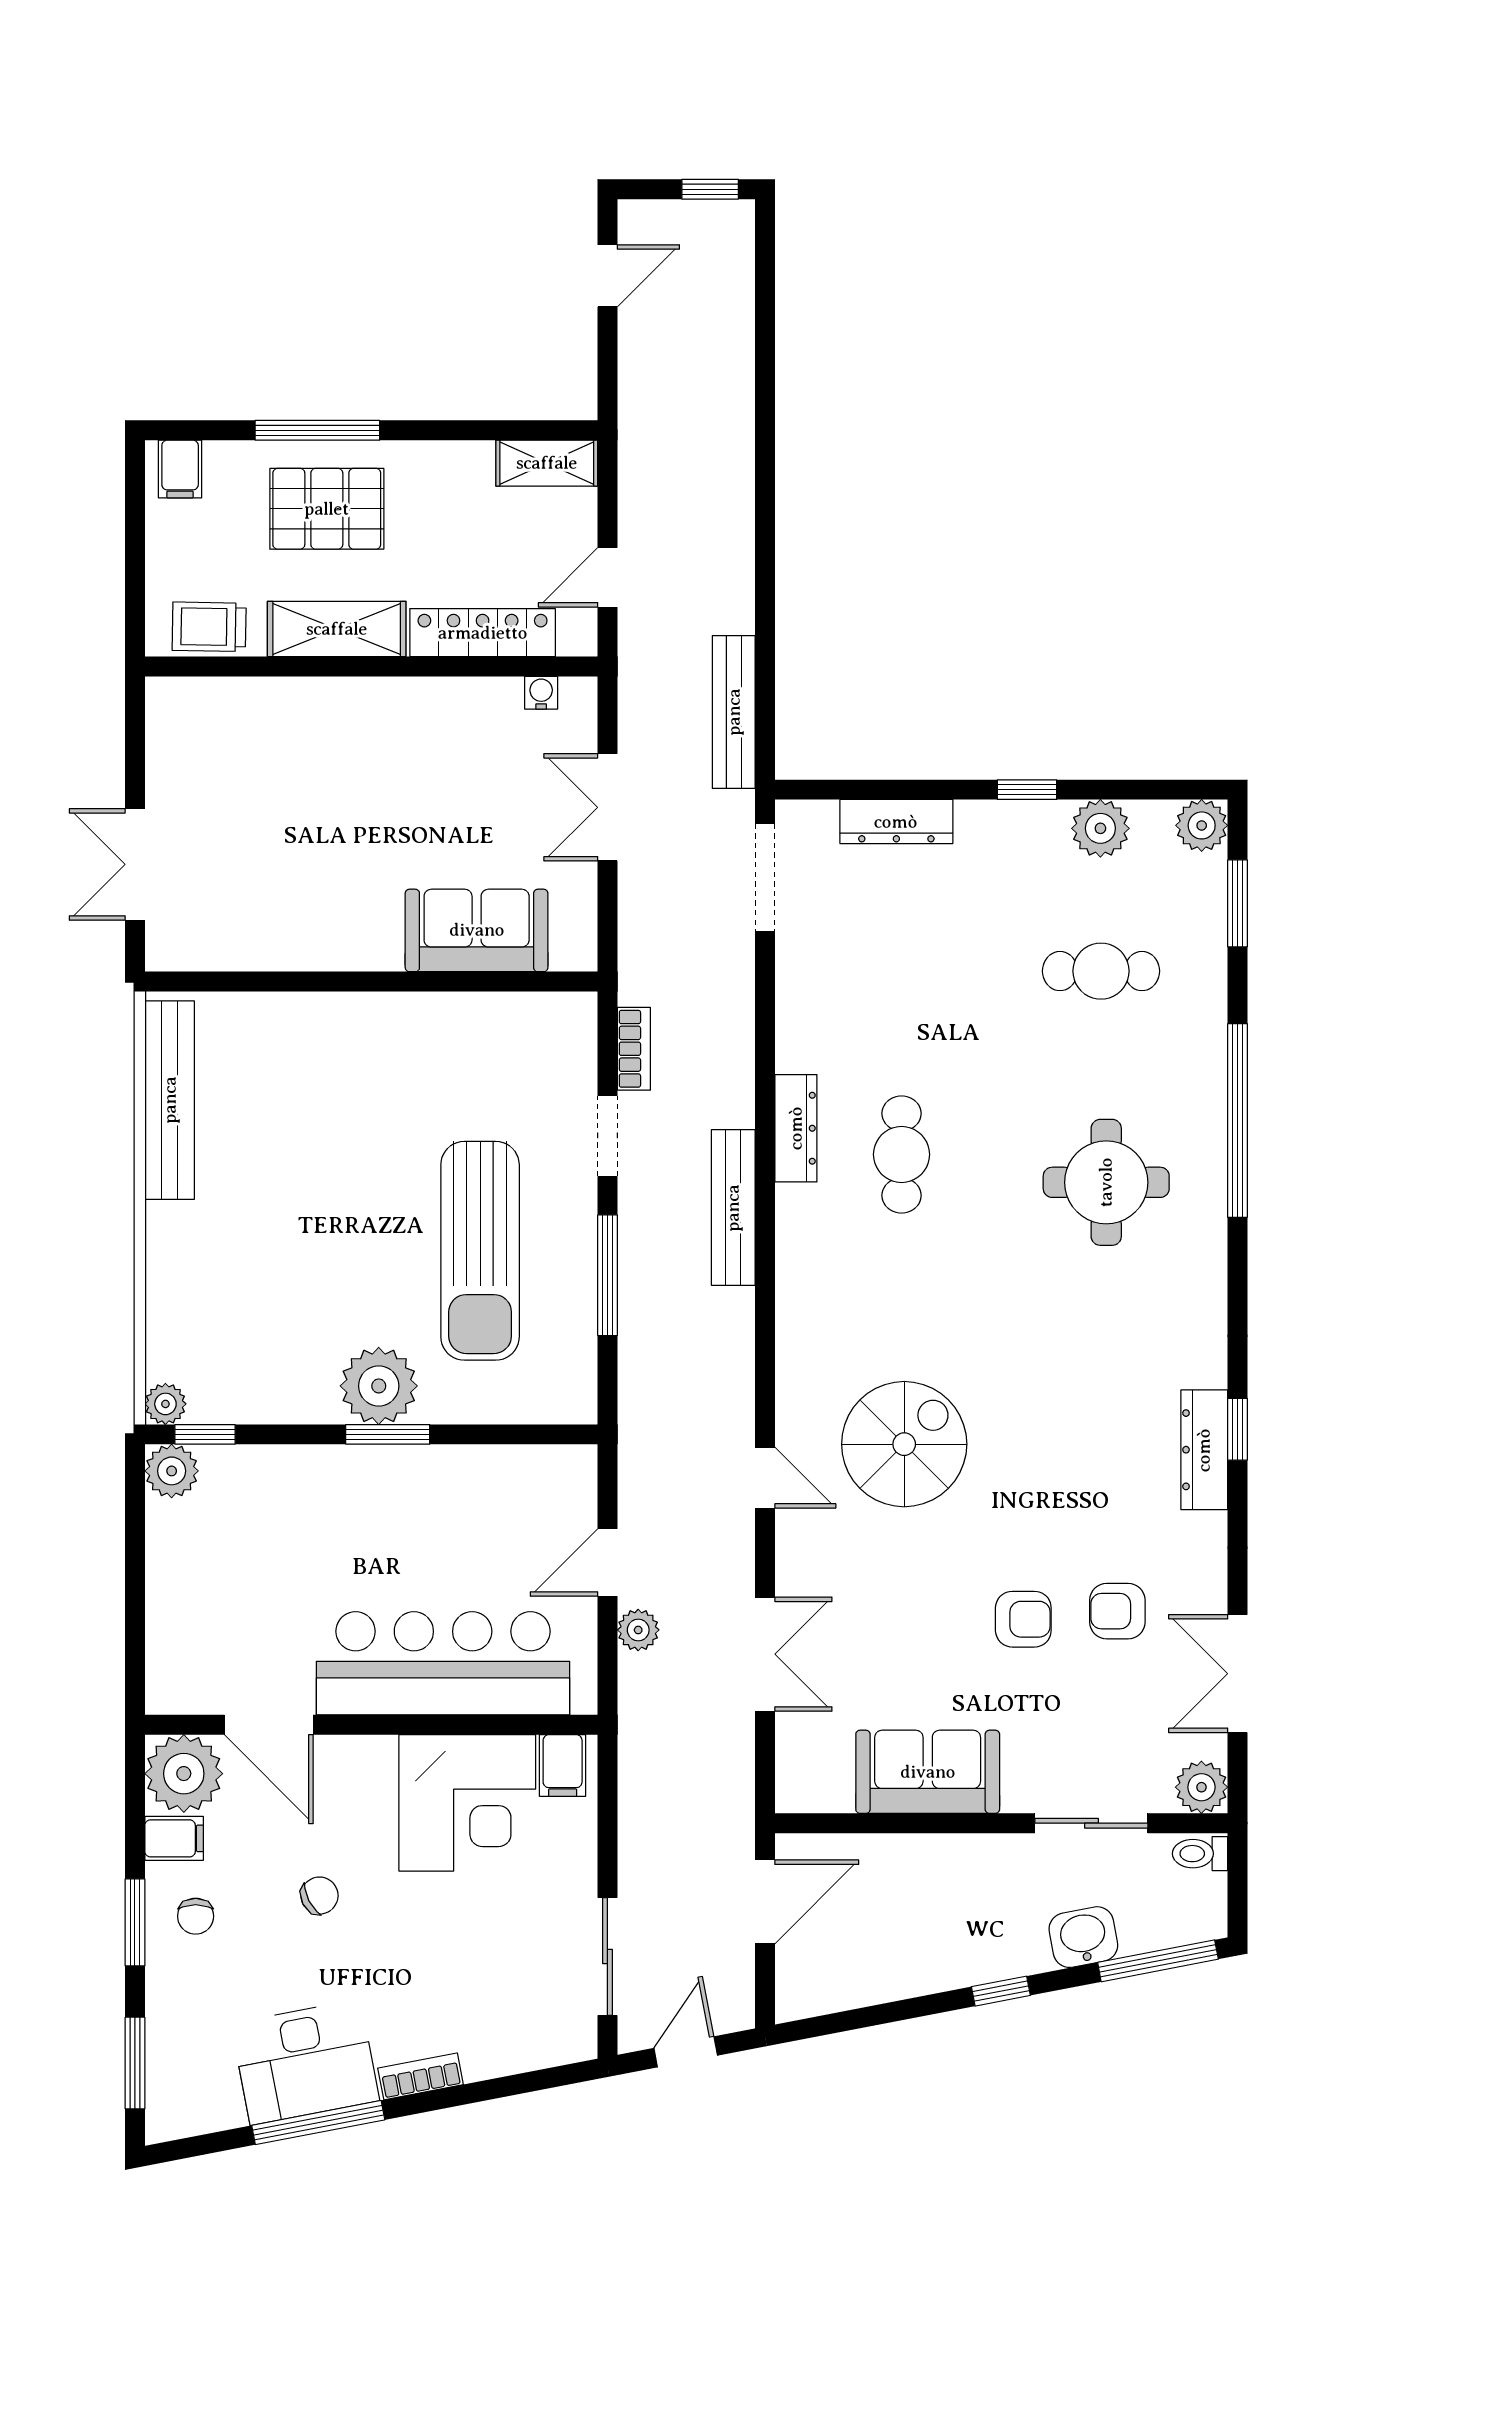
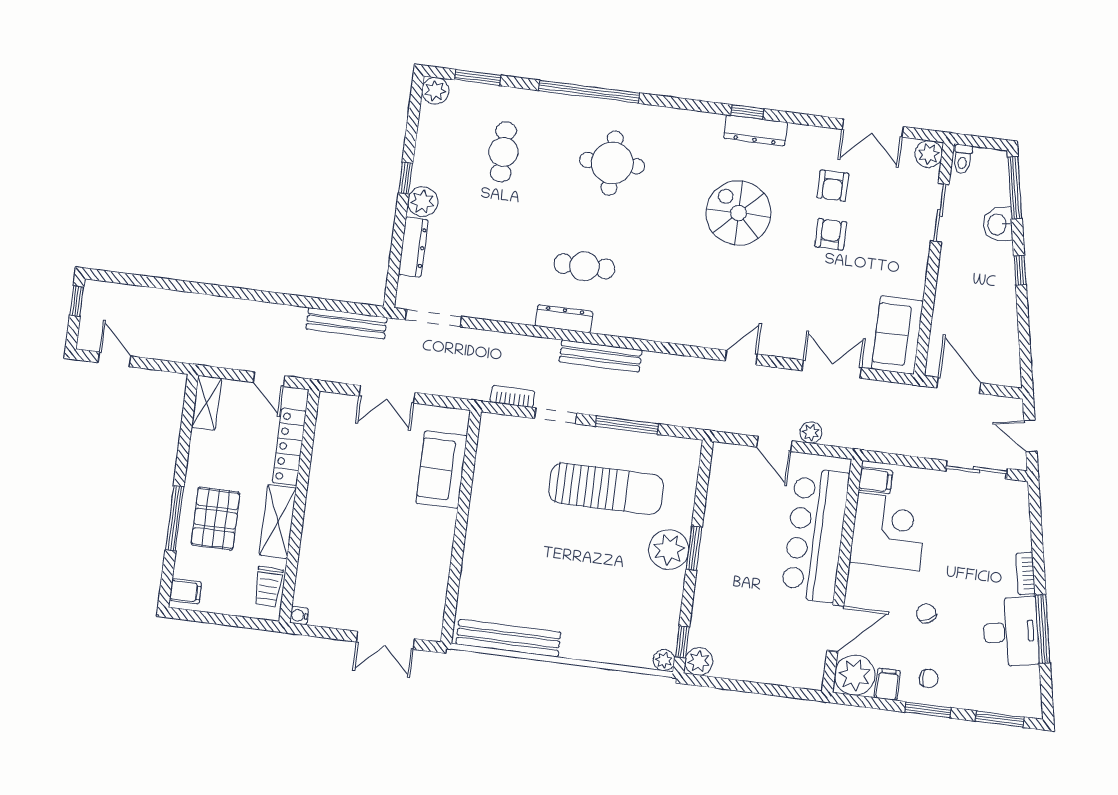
water cooler: (541, 693) -> (299, 616), moved
plant: (1100, 828) -> (423, 202), moved
spiral stairs: (904, 1444) -> (738, 213), moved
sofa: (928, 1772) -> (897, 335), moved

